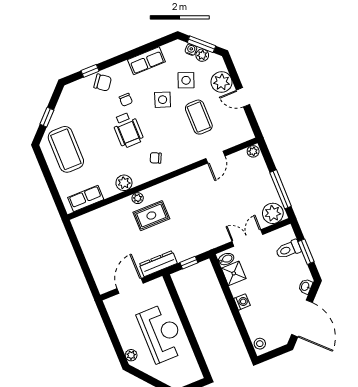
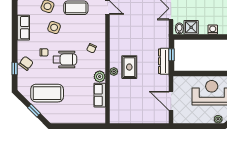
coffee table: (66, 149) -> (47, 93), moved
row of seats: (86, 198) -> (100, 95), moved
dresser: (158, 264) -> (164, 61), moved

